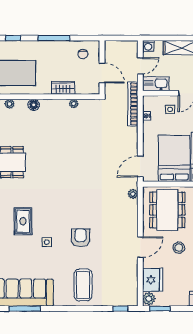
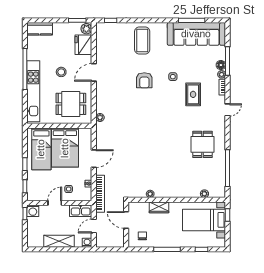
floor lamp: (34, 105) -> (184, 193), removed
door: (140, 167) -> (94, 159), moved
dining table: (167, 210) -> (71, 104), width x0.73

